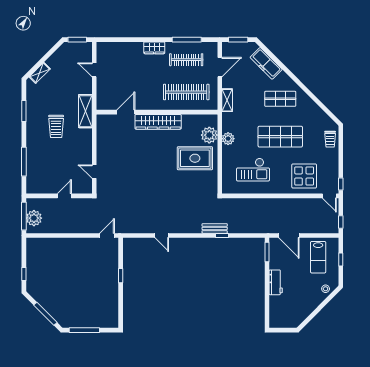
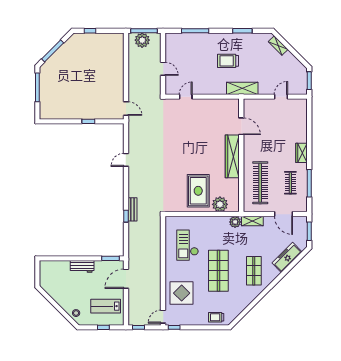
clothes rail: (186, 60) -> (290, 183), width x0.73
plant: (228, 139) -> (235, 222), moved

